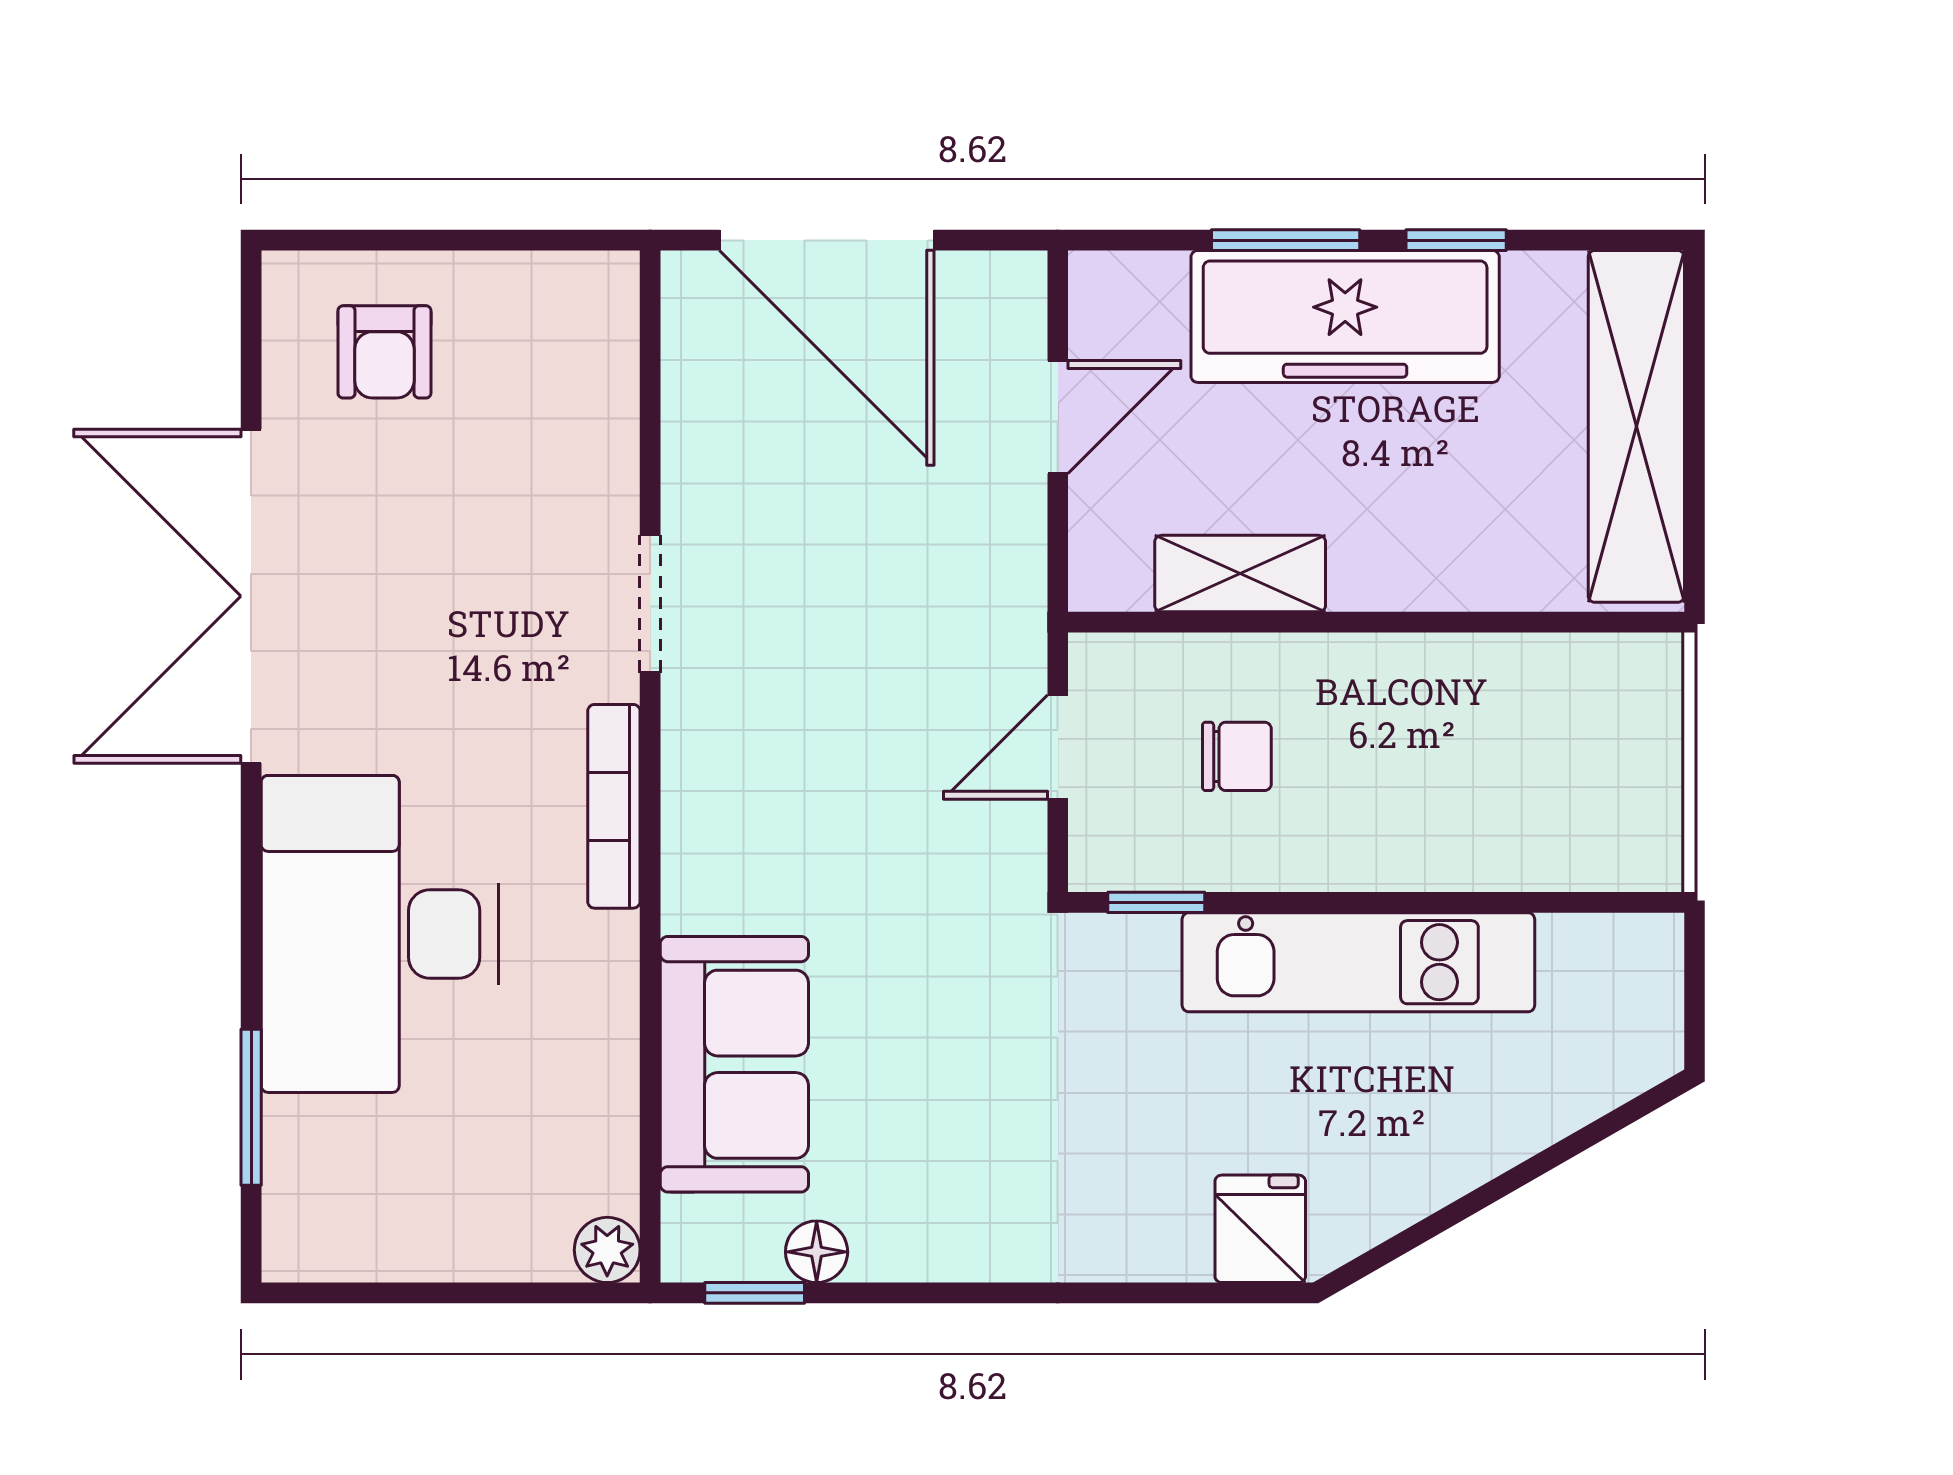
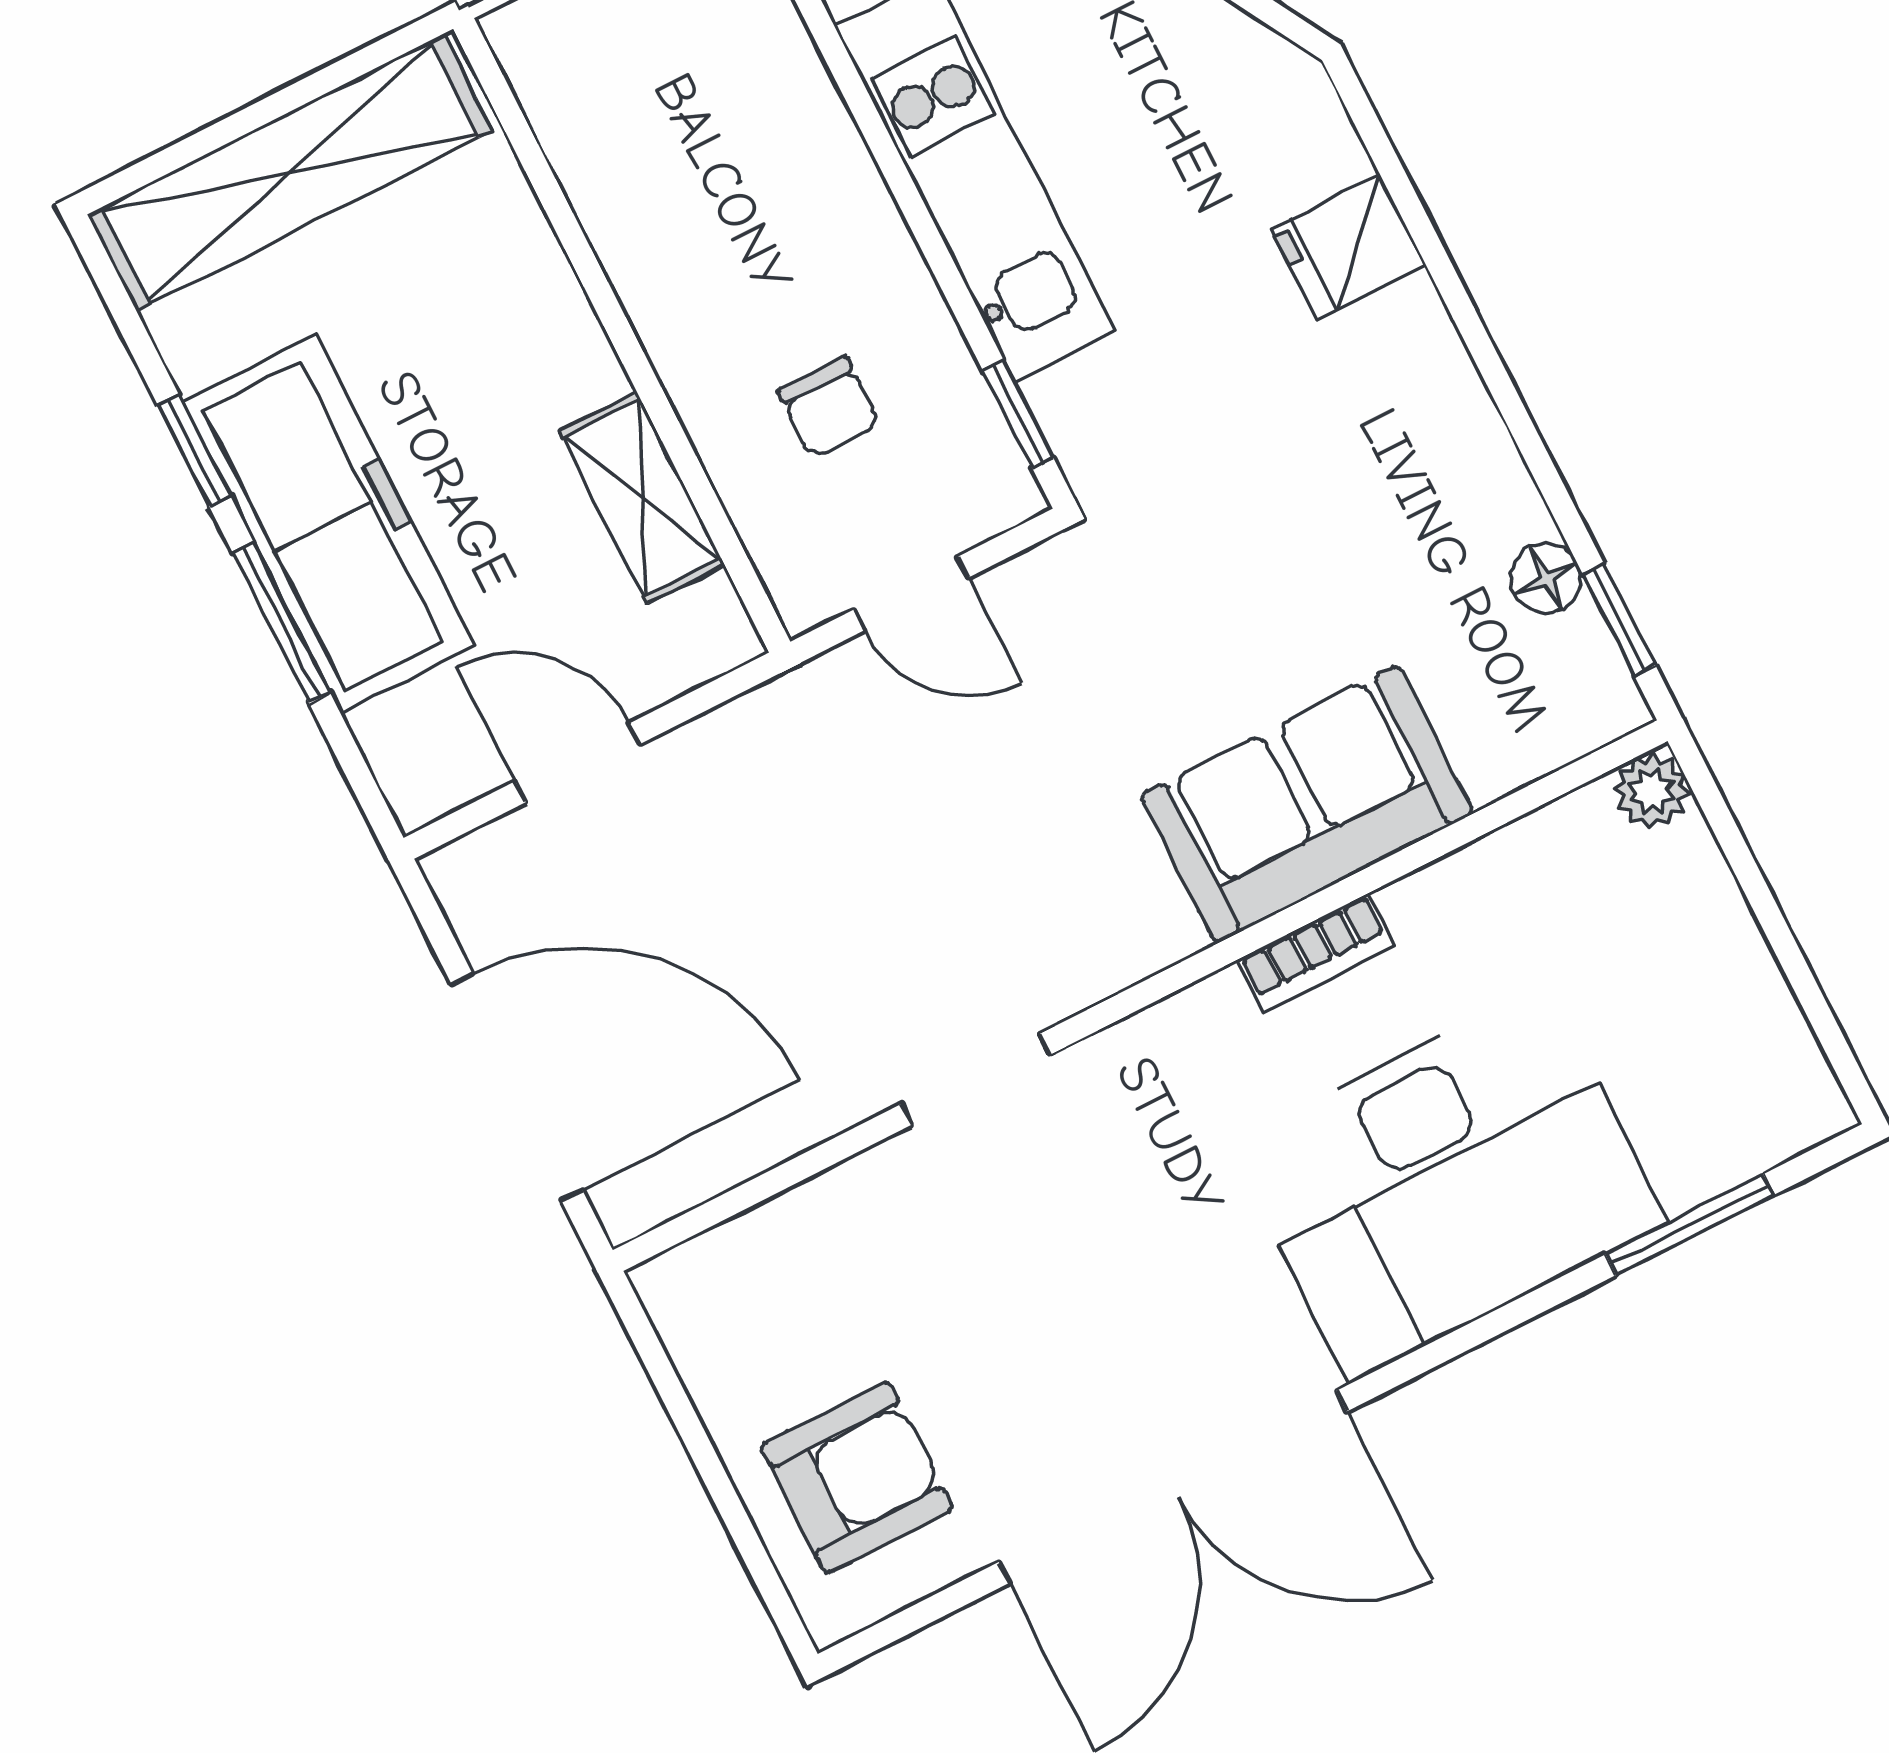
door: (827, 240) -> (517, 1087), hinge flipped
armchair: (384, 352) -> (857, 1477), width x1.38, depth x1.38
chair: (1237, 756) -> (829, 407), turned 180
bookcase: (614, 806) -> (1316, 953), moved, width x0.64
sofa: (734, 1064) -> (1307, 804), moved
fridge: (1260, 1229) -> (1349, 247), moved

